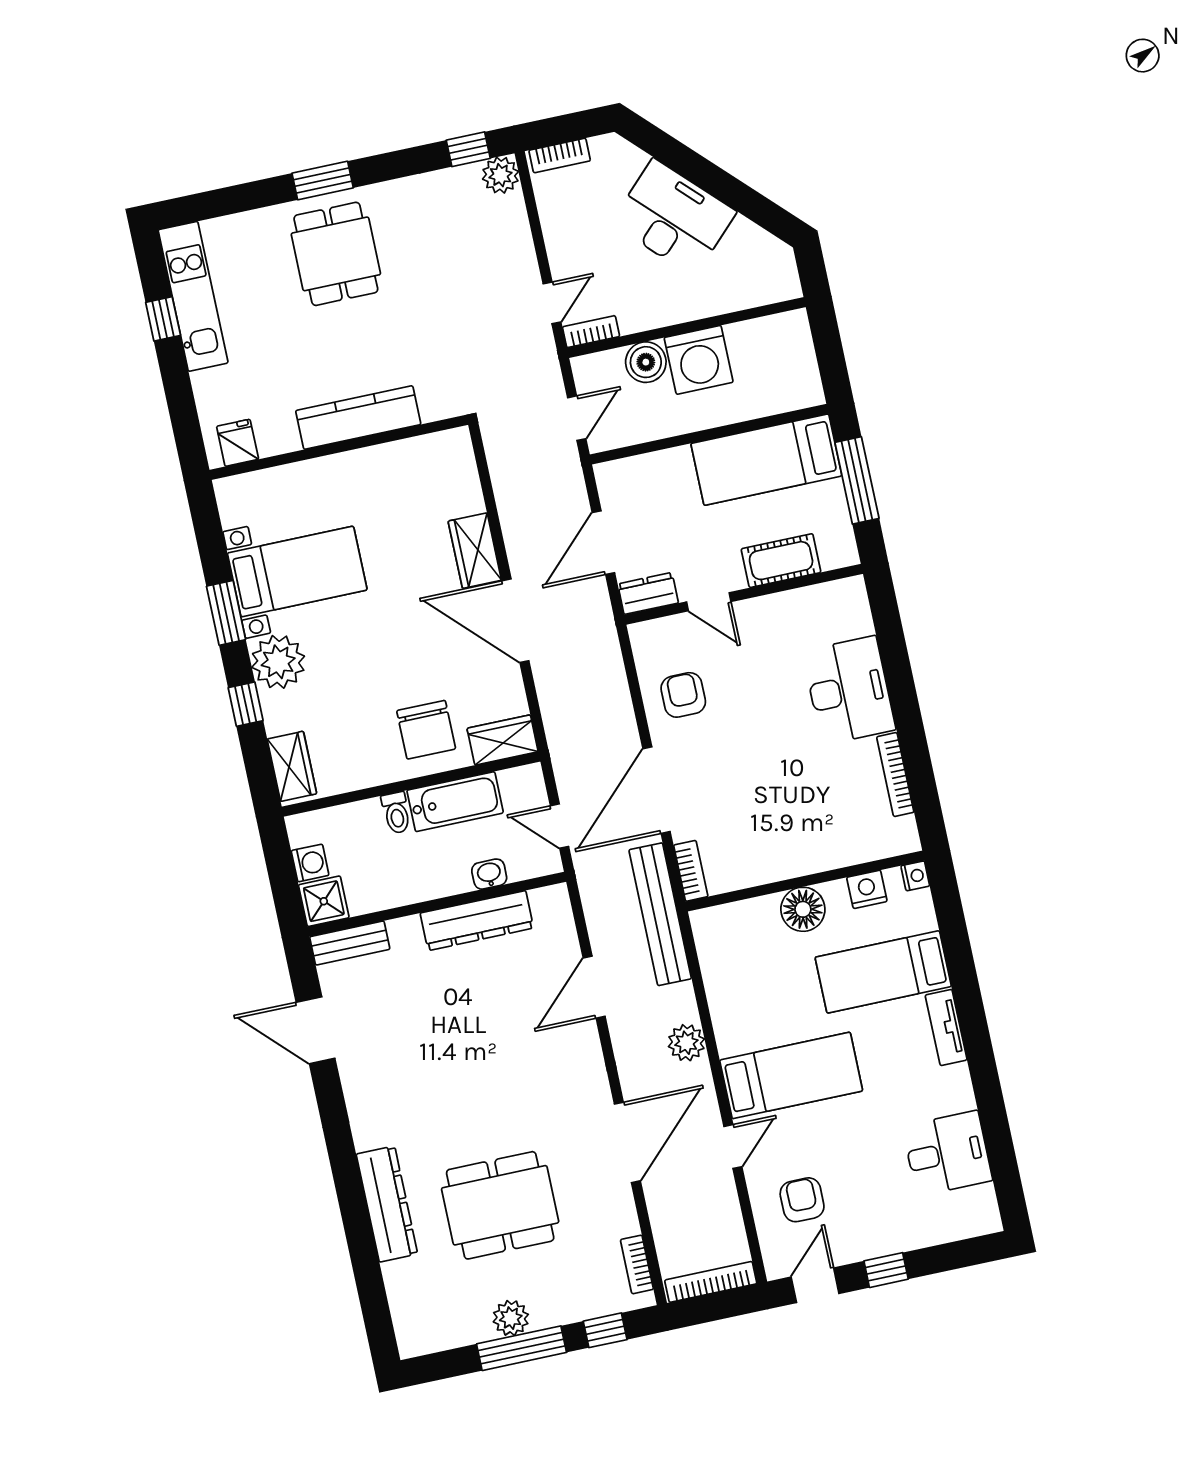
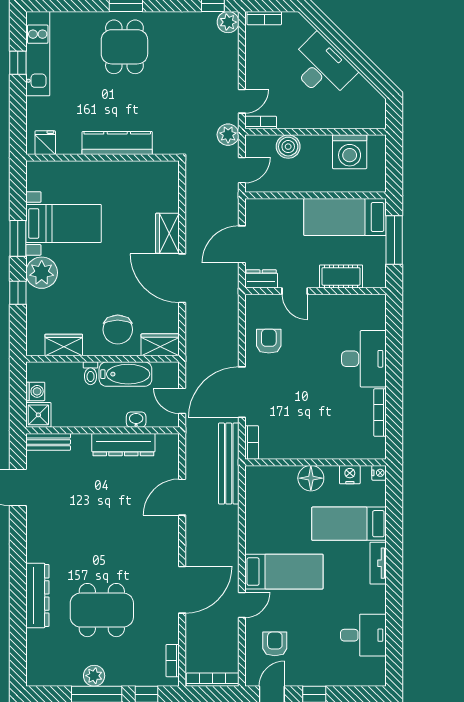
washing machine: (699, 360) -> (350, 152), moved
wardrobe: (292, 766) -> (64, 345), moved, turned -90
plant: (686, 1043) -> (228, 135), moved

